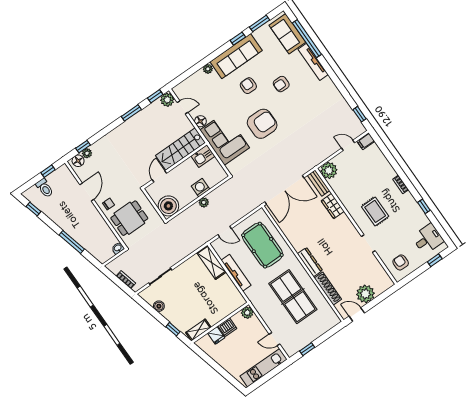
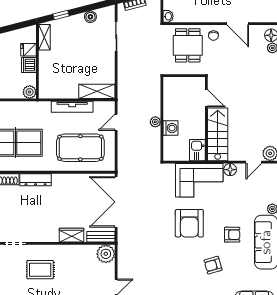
armchair: (281, 84) -> (213, 265), turned -106
boiler: (168, 206) -> (174, 88), removed

